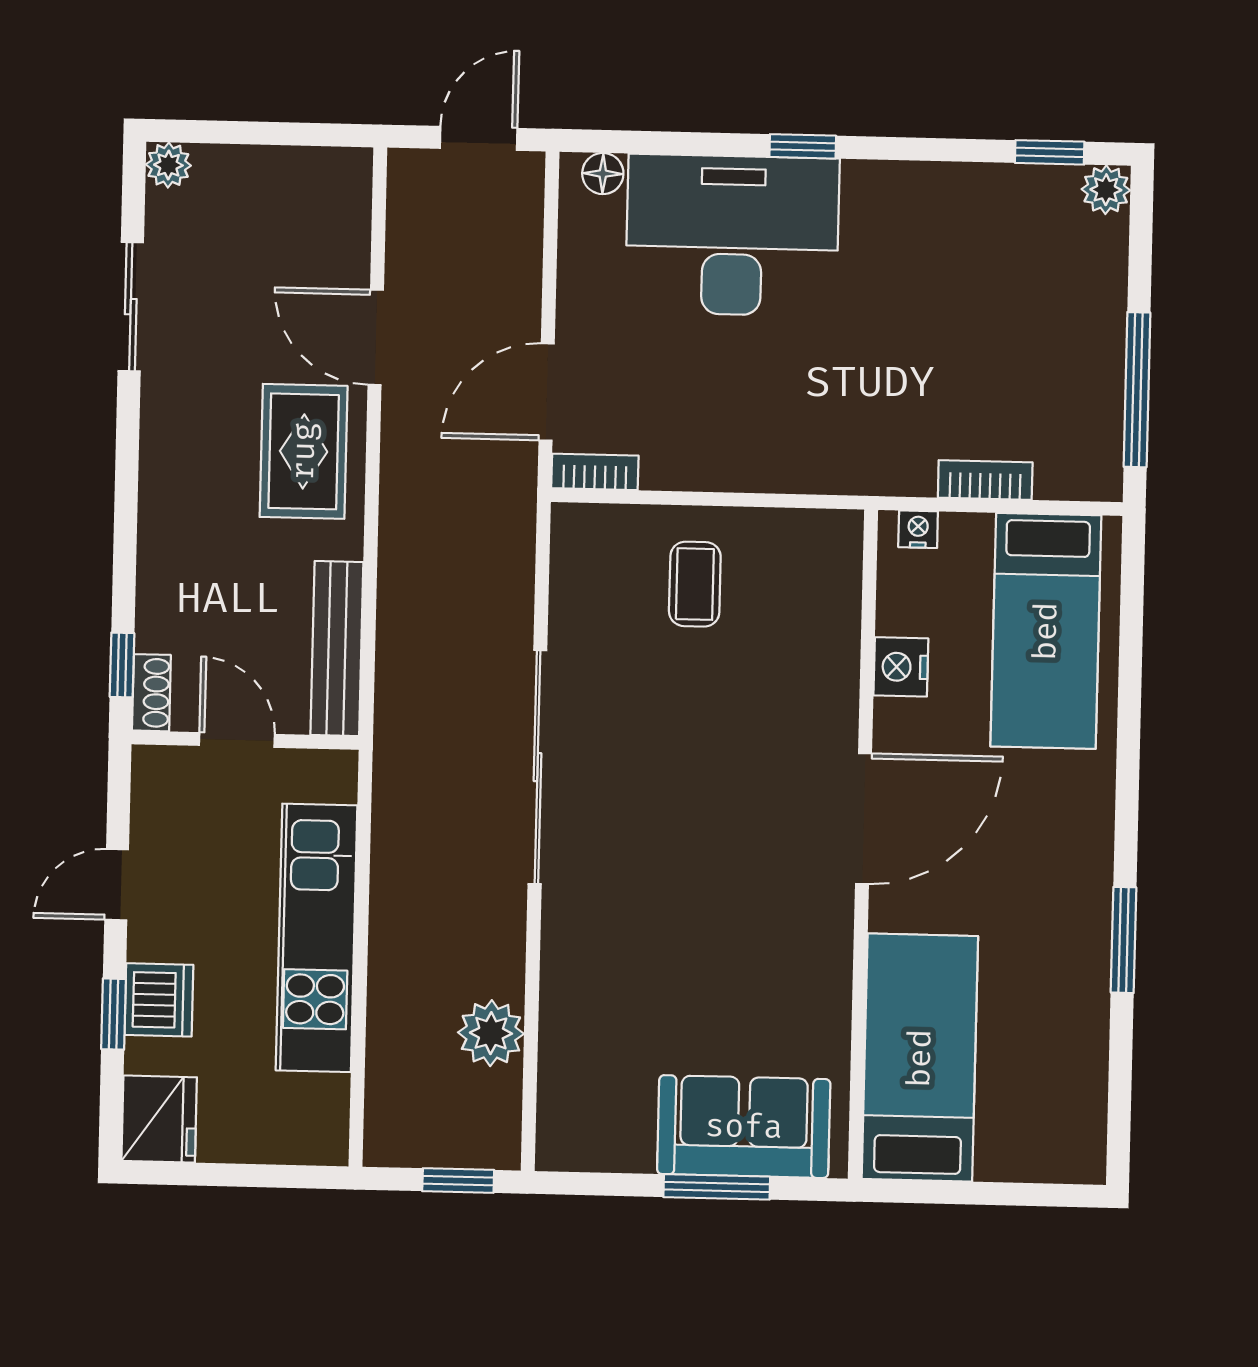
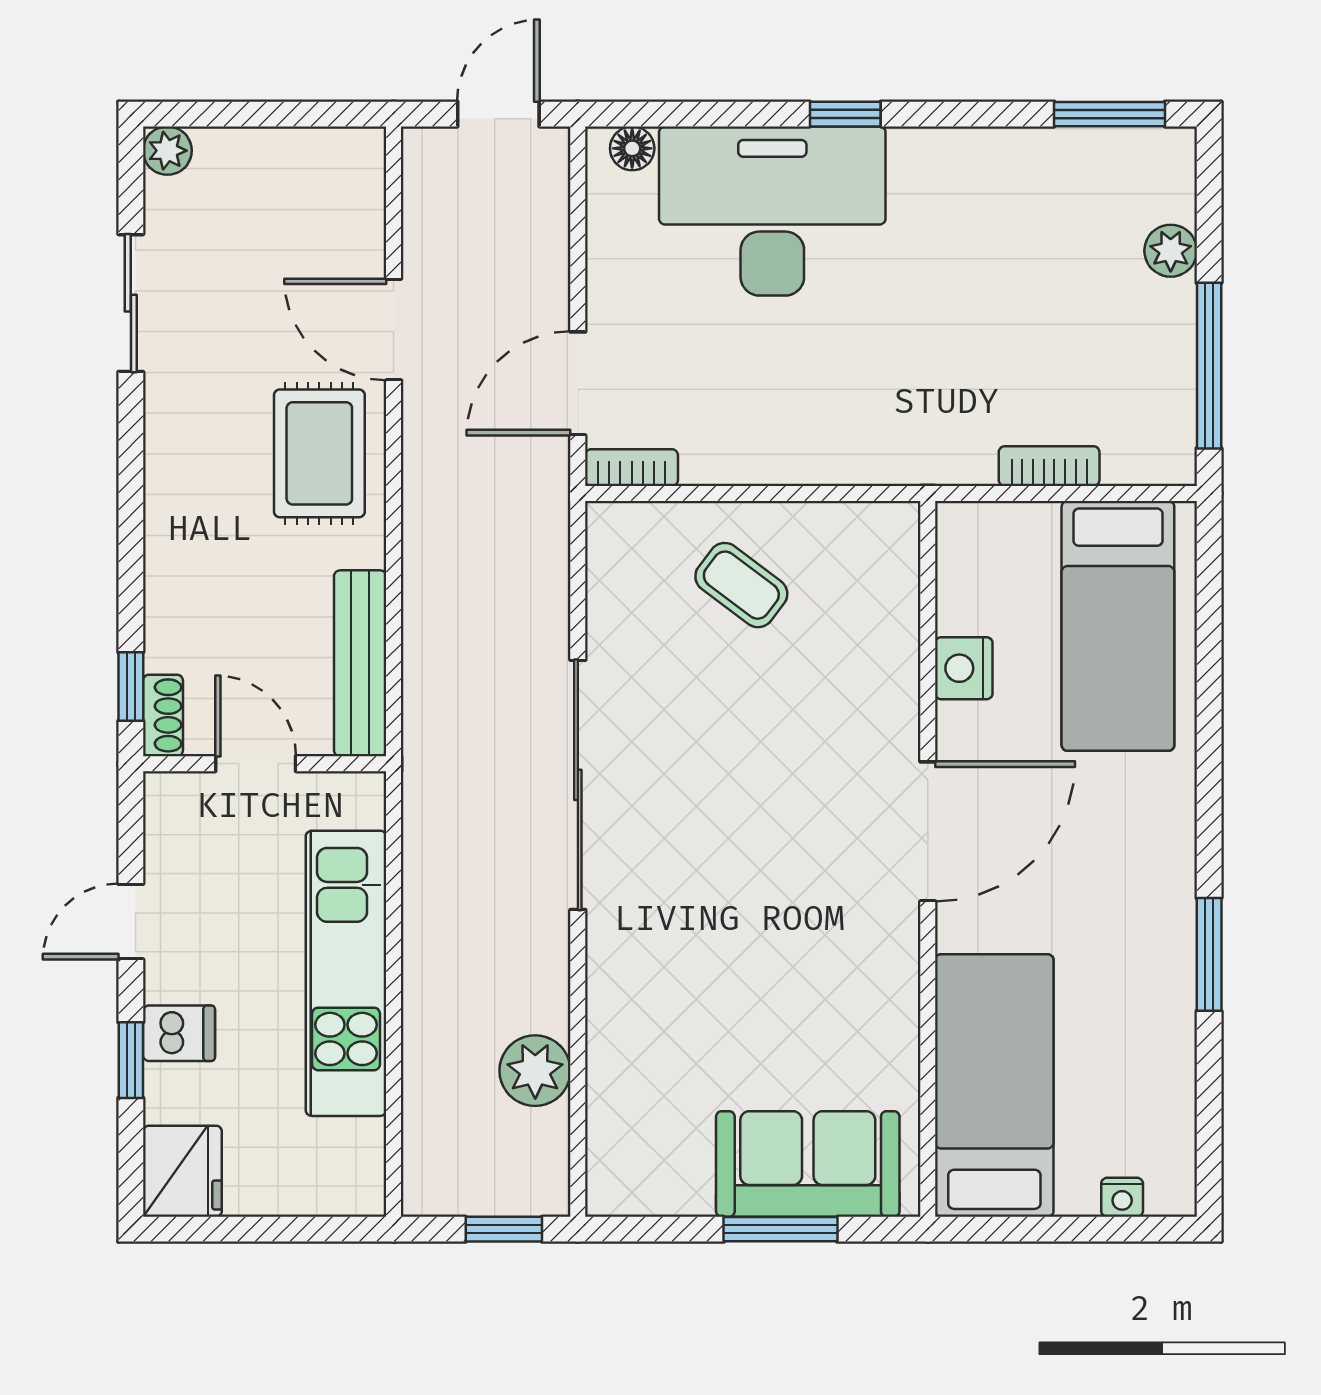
window: (1050, 152) -> (1110, 114), width x1.50
plant: (1106, 190) -> (1171, 251), moved
nightstand: (918, 529) -> (1122, 1197), moved, turned 180
coffee table: (695, 584) -> (741, 585), turned -53
dishwasher: (159, 1000) -> (179, 1033), width x0.73

